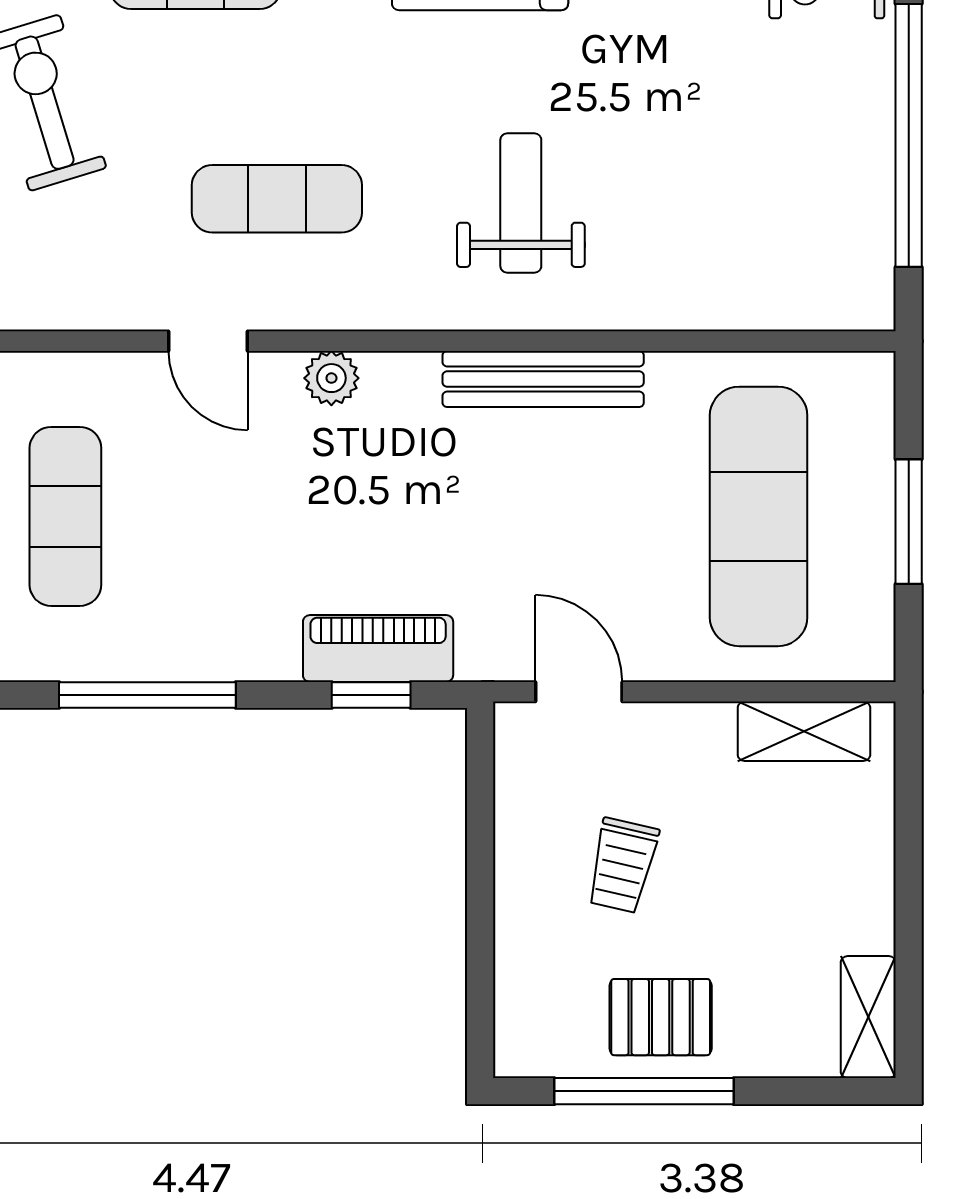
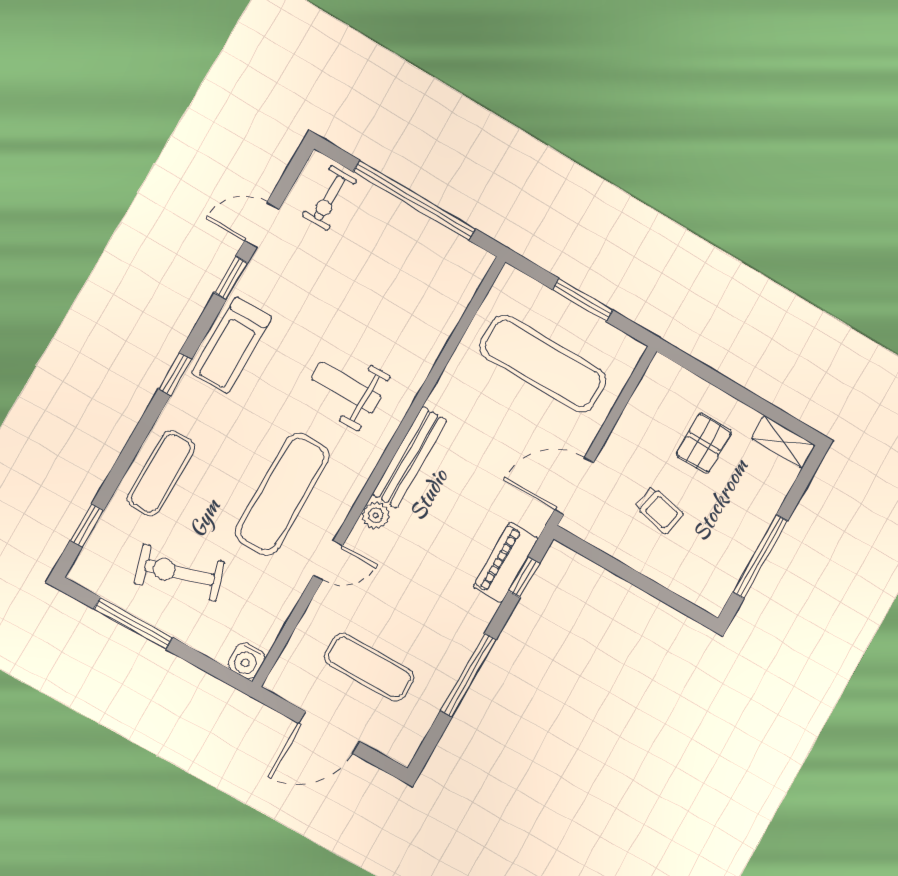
exercise mat: (277, 199) -> (282, 494), width x1.36, depth x1.45
bench: (543, 379) -> (410, 457), moved
door: (579, 692) -> (574, 486), width x1.38
shelving: (804, 731) -> (647, 398), removed
pallet: (661, 1017) -> (704, 443), moved

